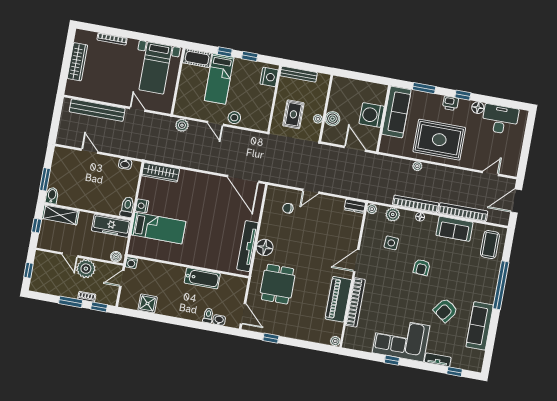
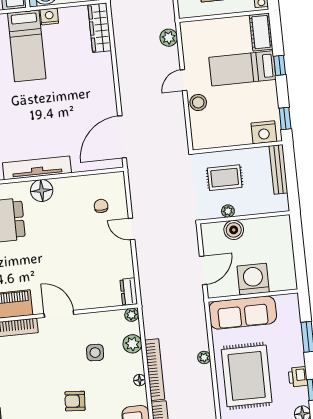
window: (250, 56) -> (285, 118), moved
sofa: (396, 112) -> (243, 313), moved

